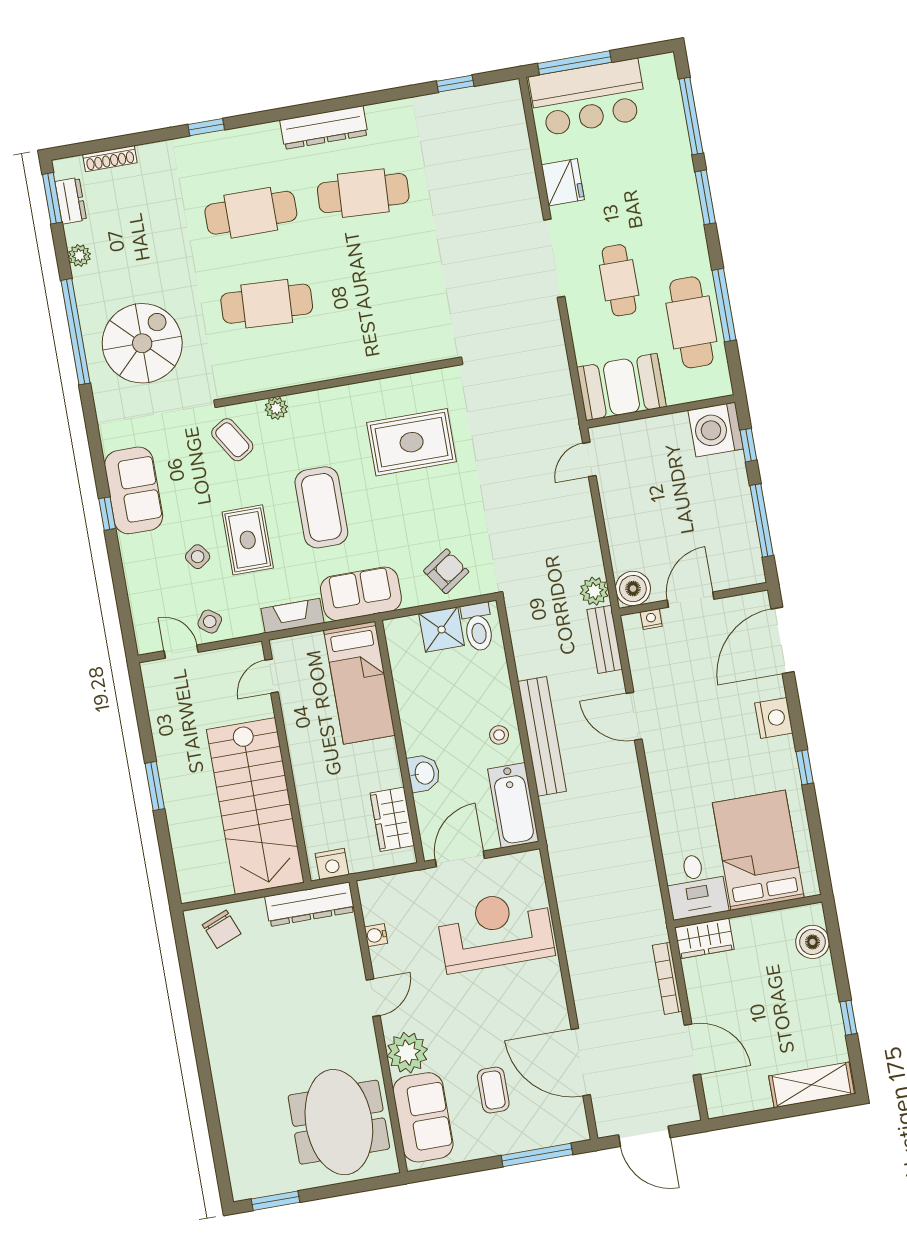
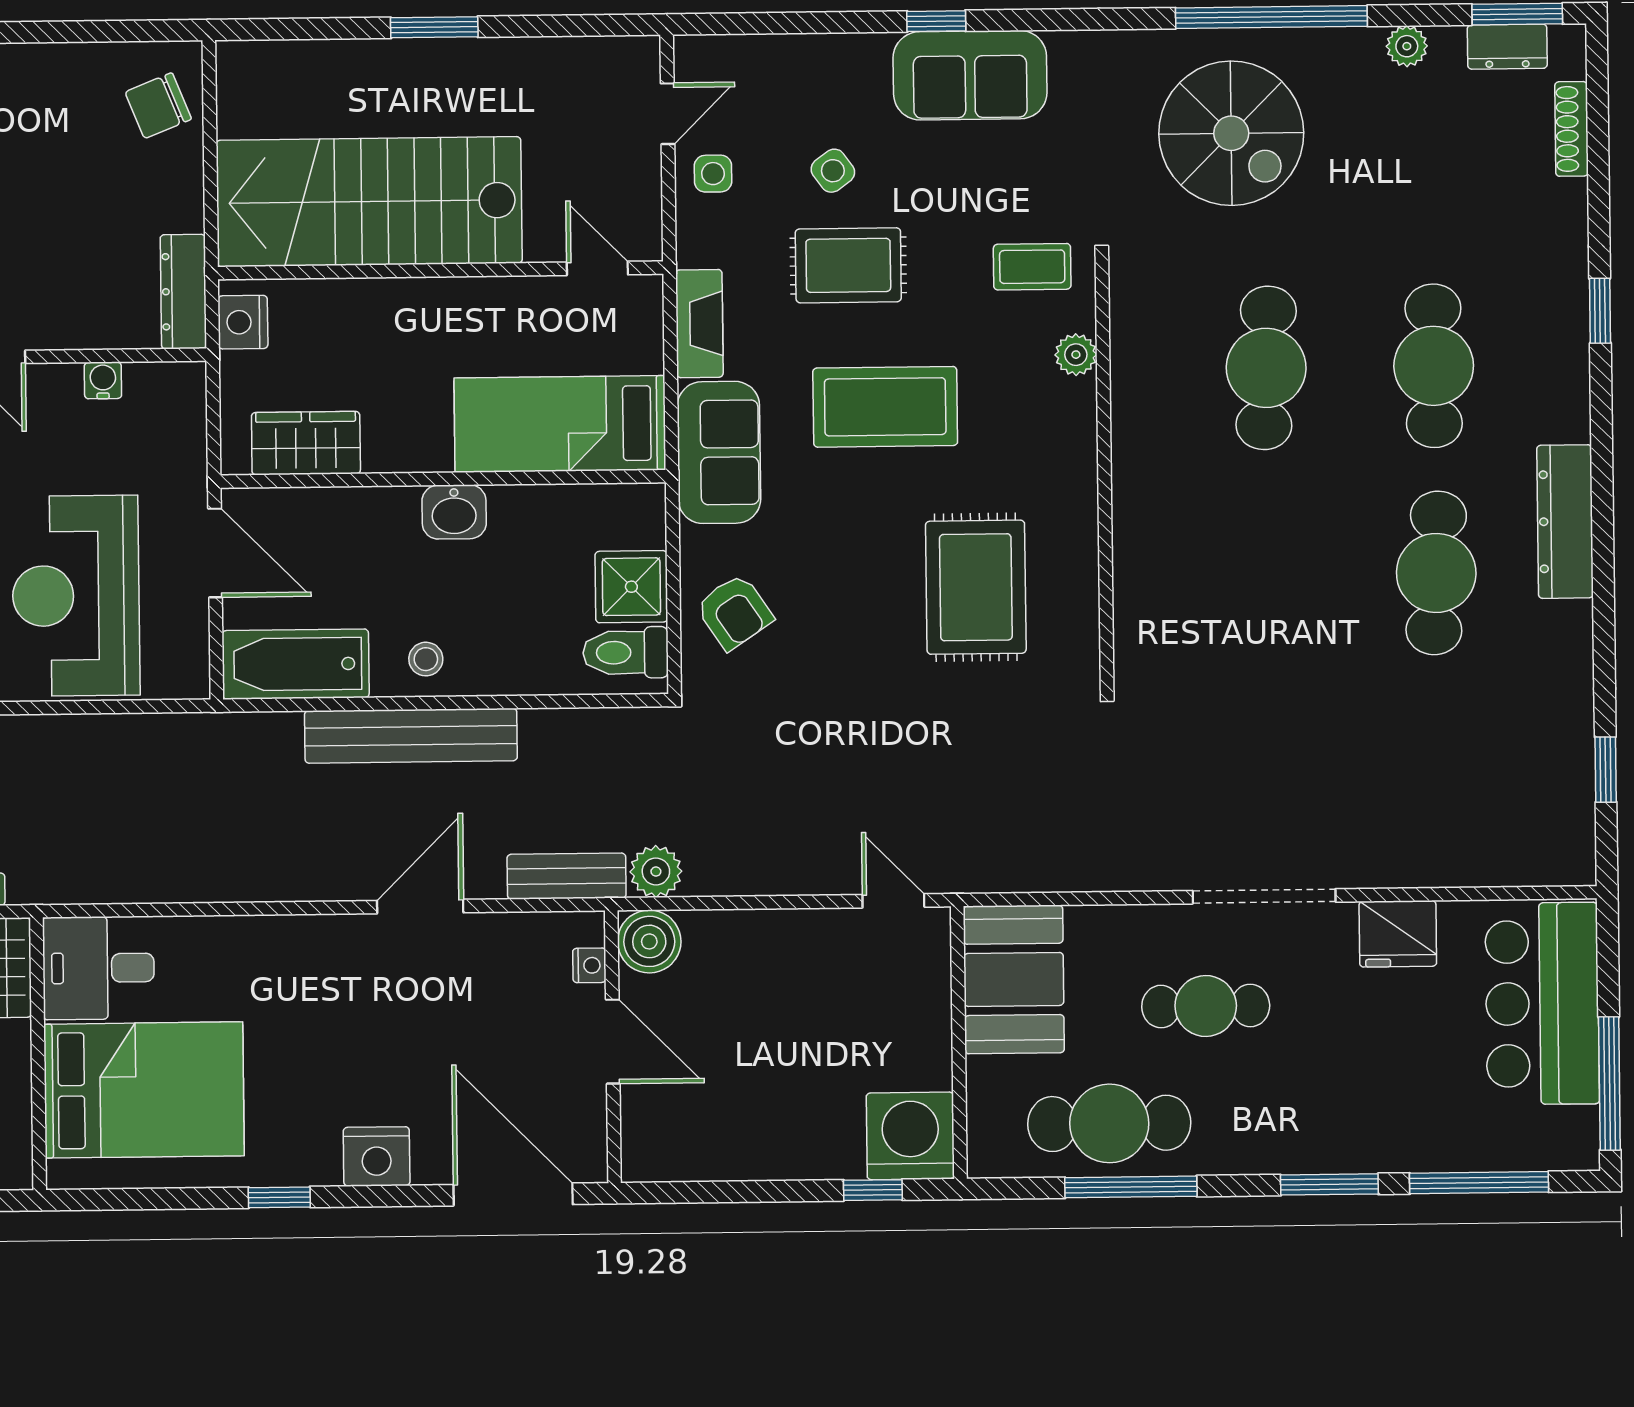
window: (575, 63) -> (1609, 1084), moved
coffee table: (232, 440) -> (1032, 267), turned 32
window: (762, 520) -> (734, 1192), removed
side table: (210, 622) -> (713, 174), turned -36
washbasin: (424, 773) -> (454, 512), moved
dresser: (310, 904) -> (183, 292), width x0.73, depth x0.80
reception desk: (495, 931) -> (76, 596), turned 180

